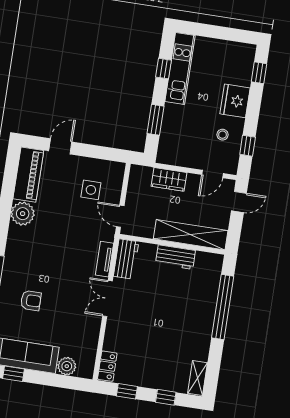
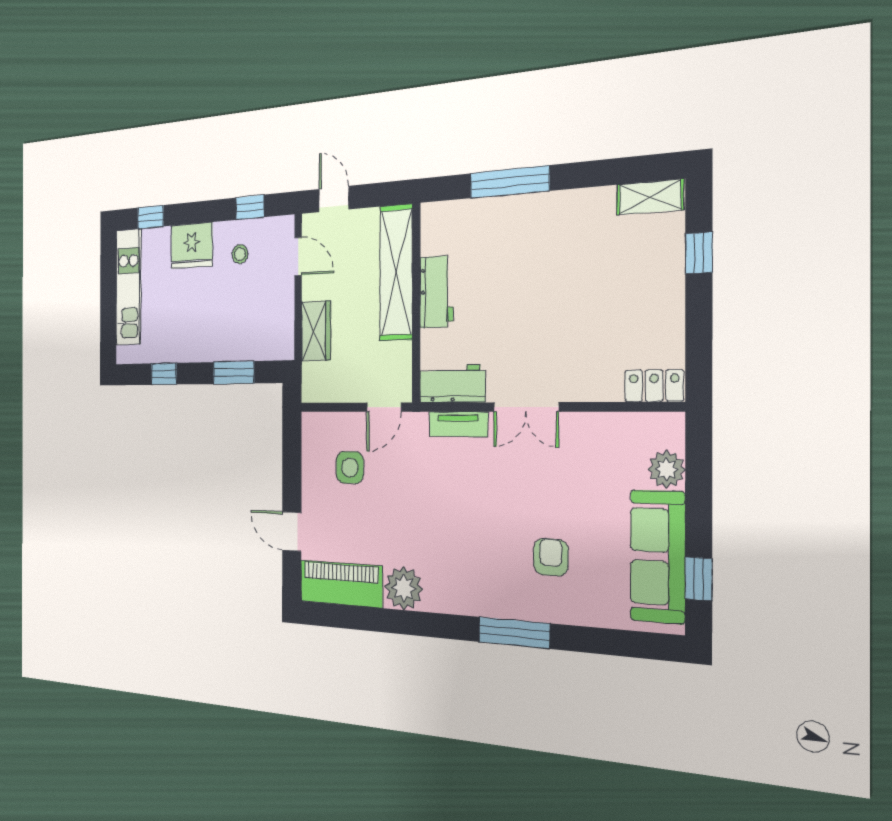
kitchen unit: (180, 69) -> (129, 287), moved, turned 90
window: (223, 307) -> (510, 182), width x0.68
window: (127, 391) -> (699, 336), removed

